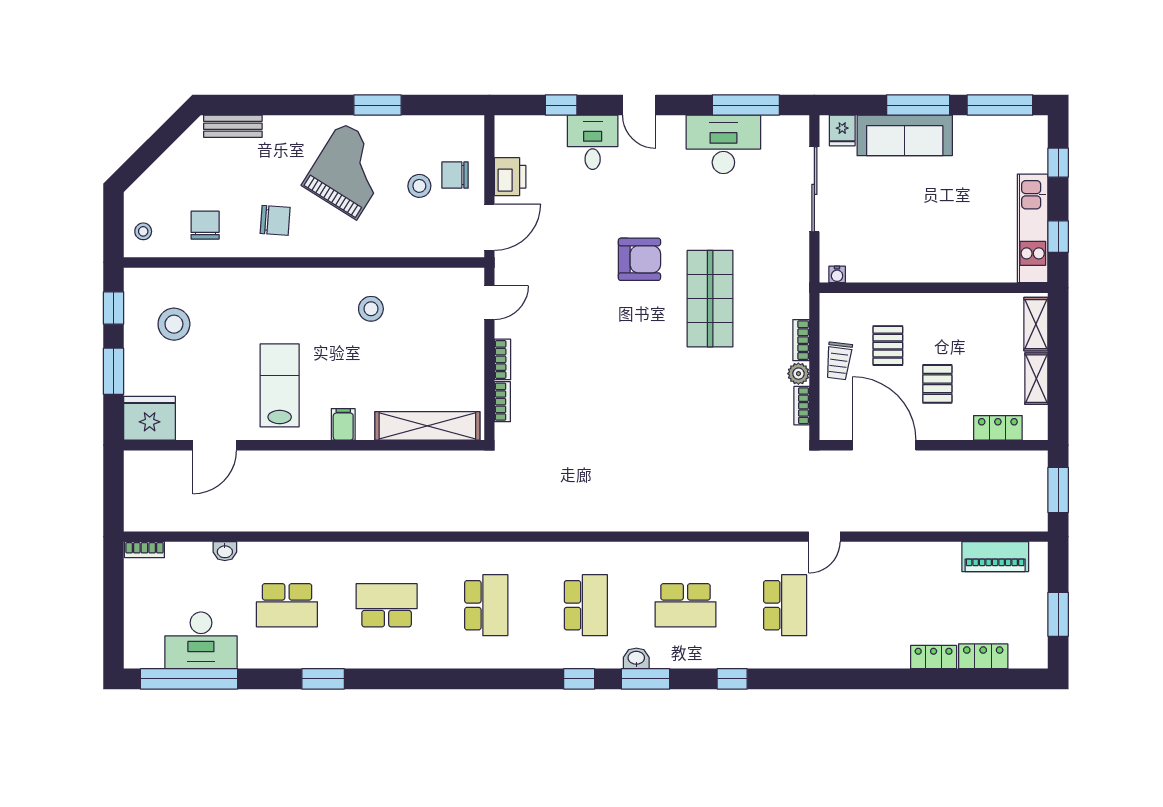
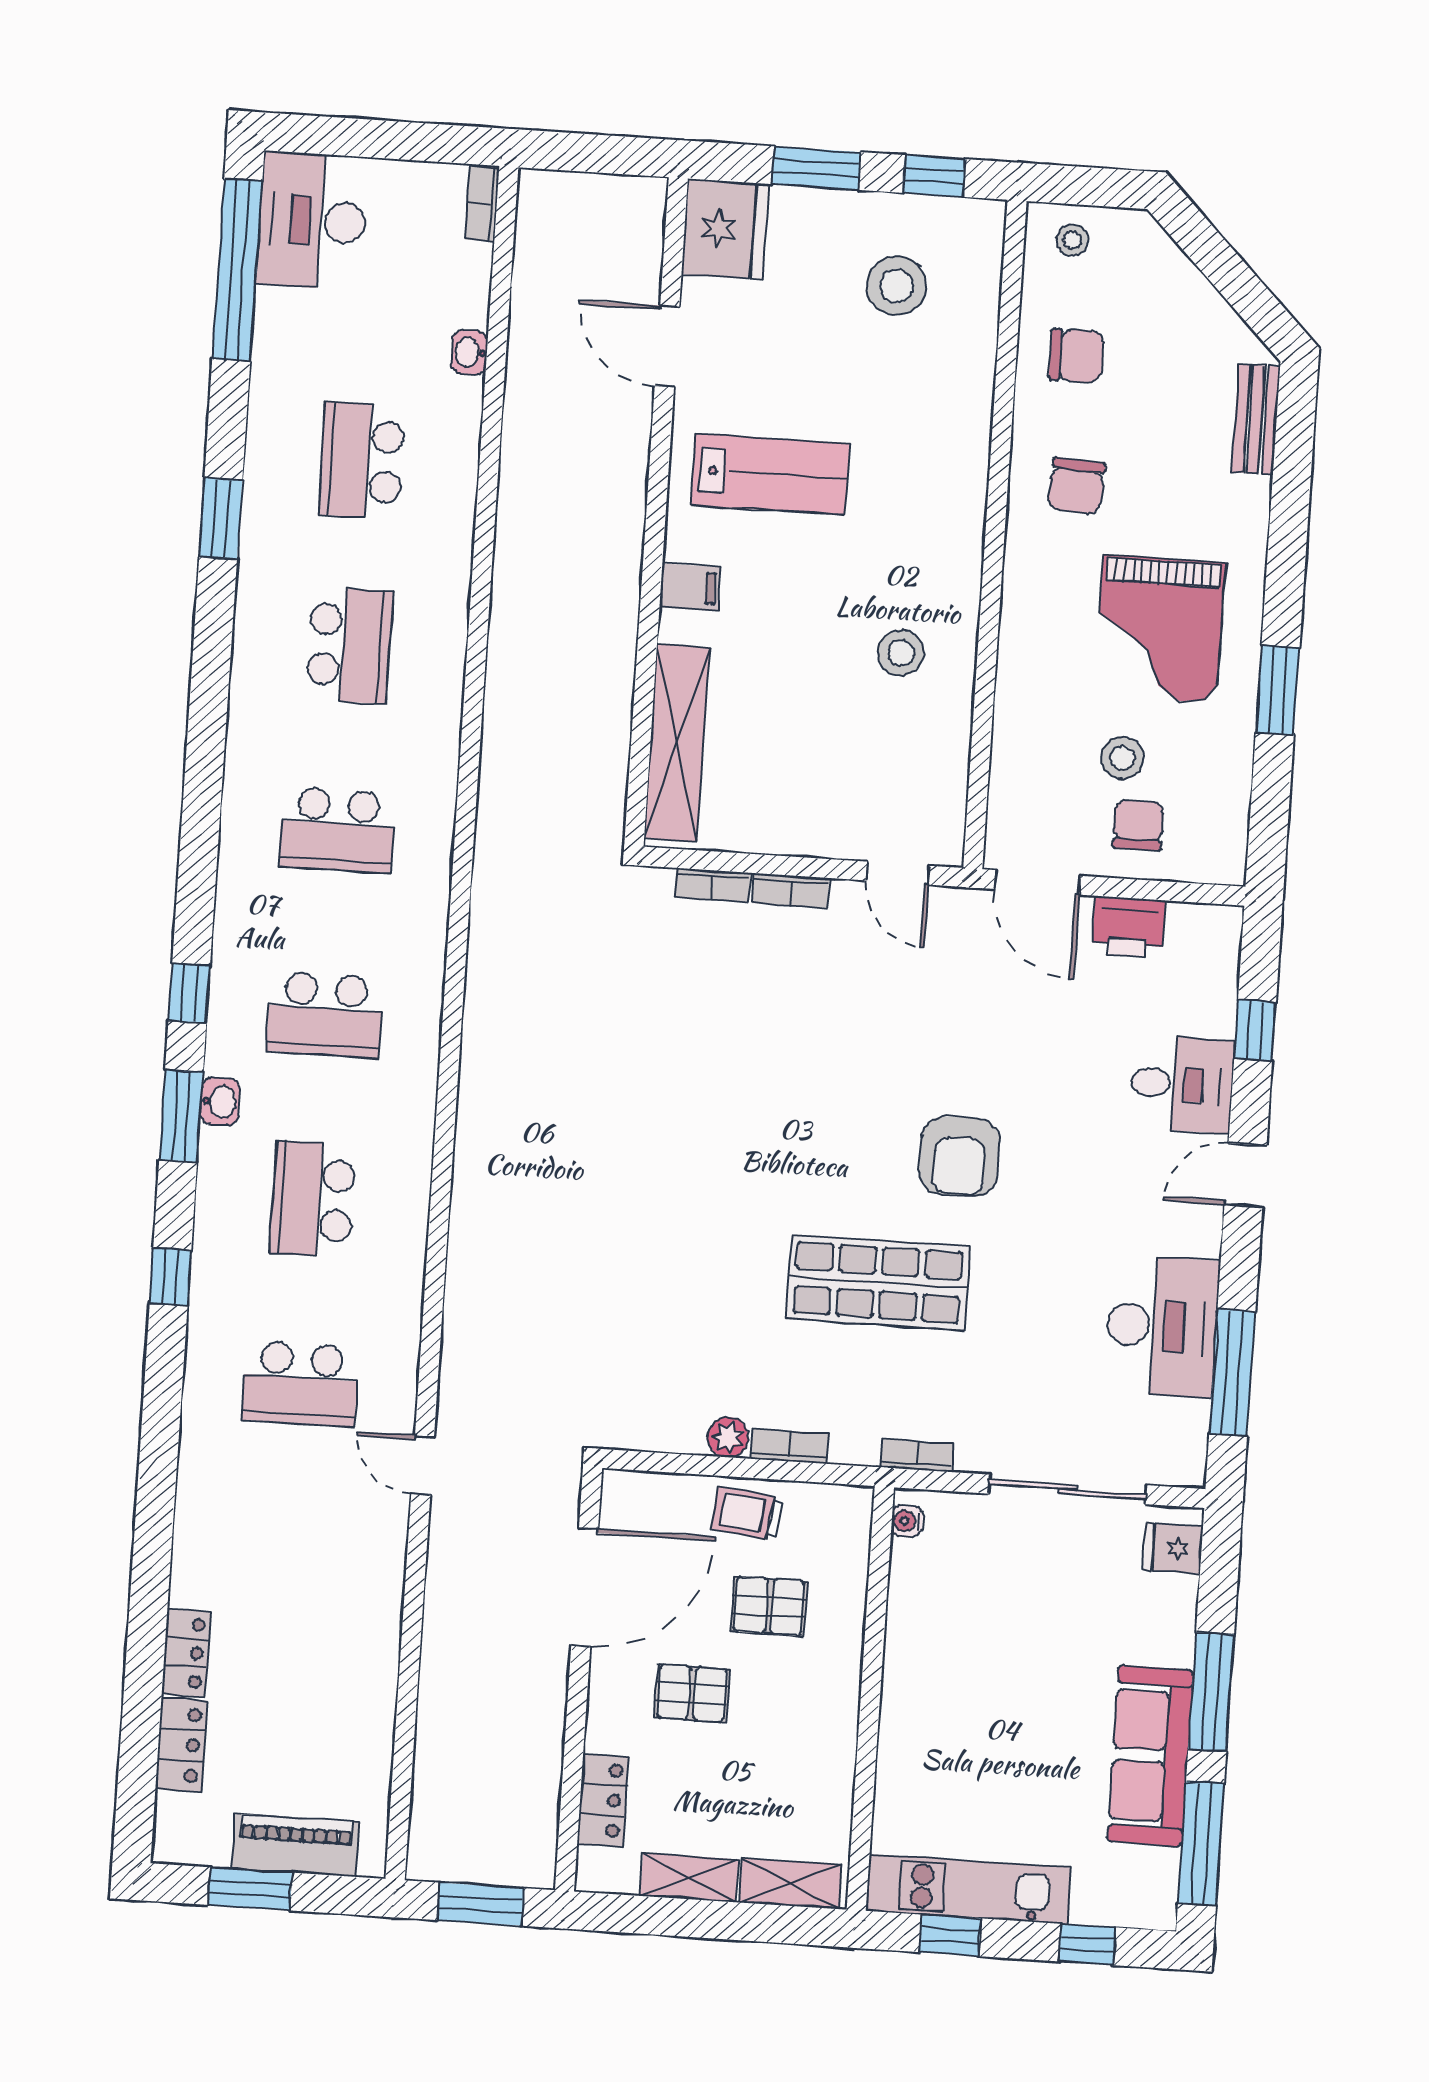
sofa: (905, 135) -> (1150, 1756), moved
grand piano: (349, 171) -> (1160, 629), turned 58
bookcase: (802, 406) -> (917, 1456), moved
piano: (995, 557) -> (295, 1845), moved, turned 90
desk: (201, 640) -> (312, 221), moved

